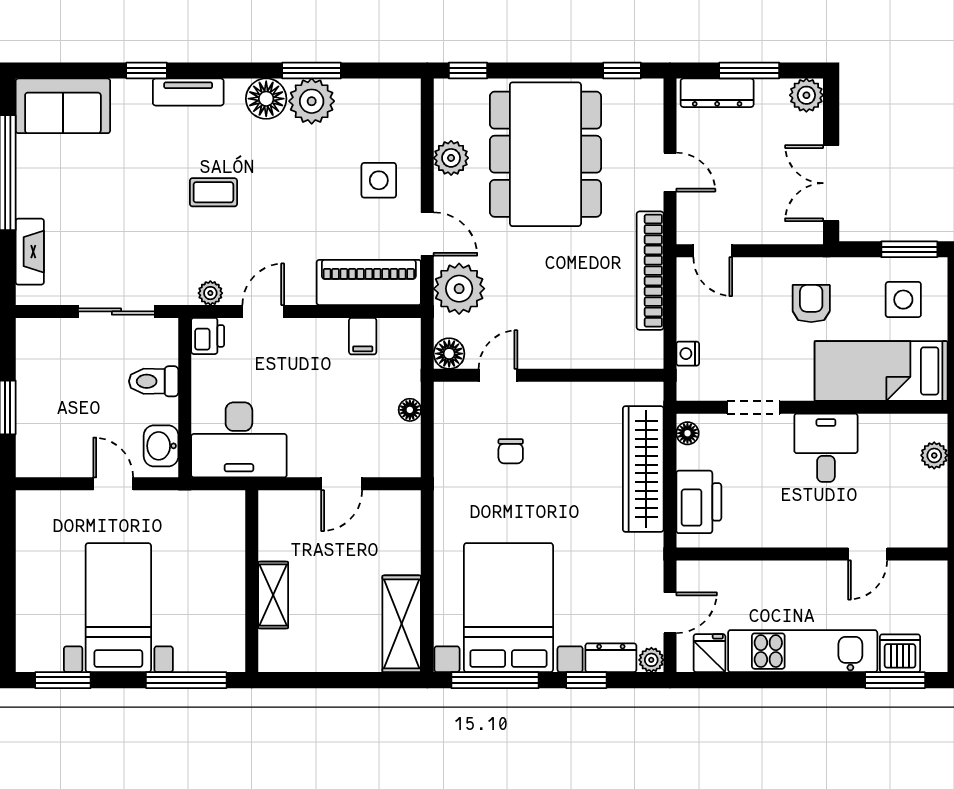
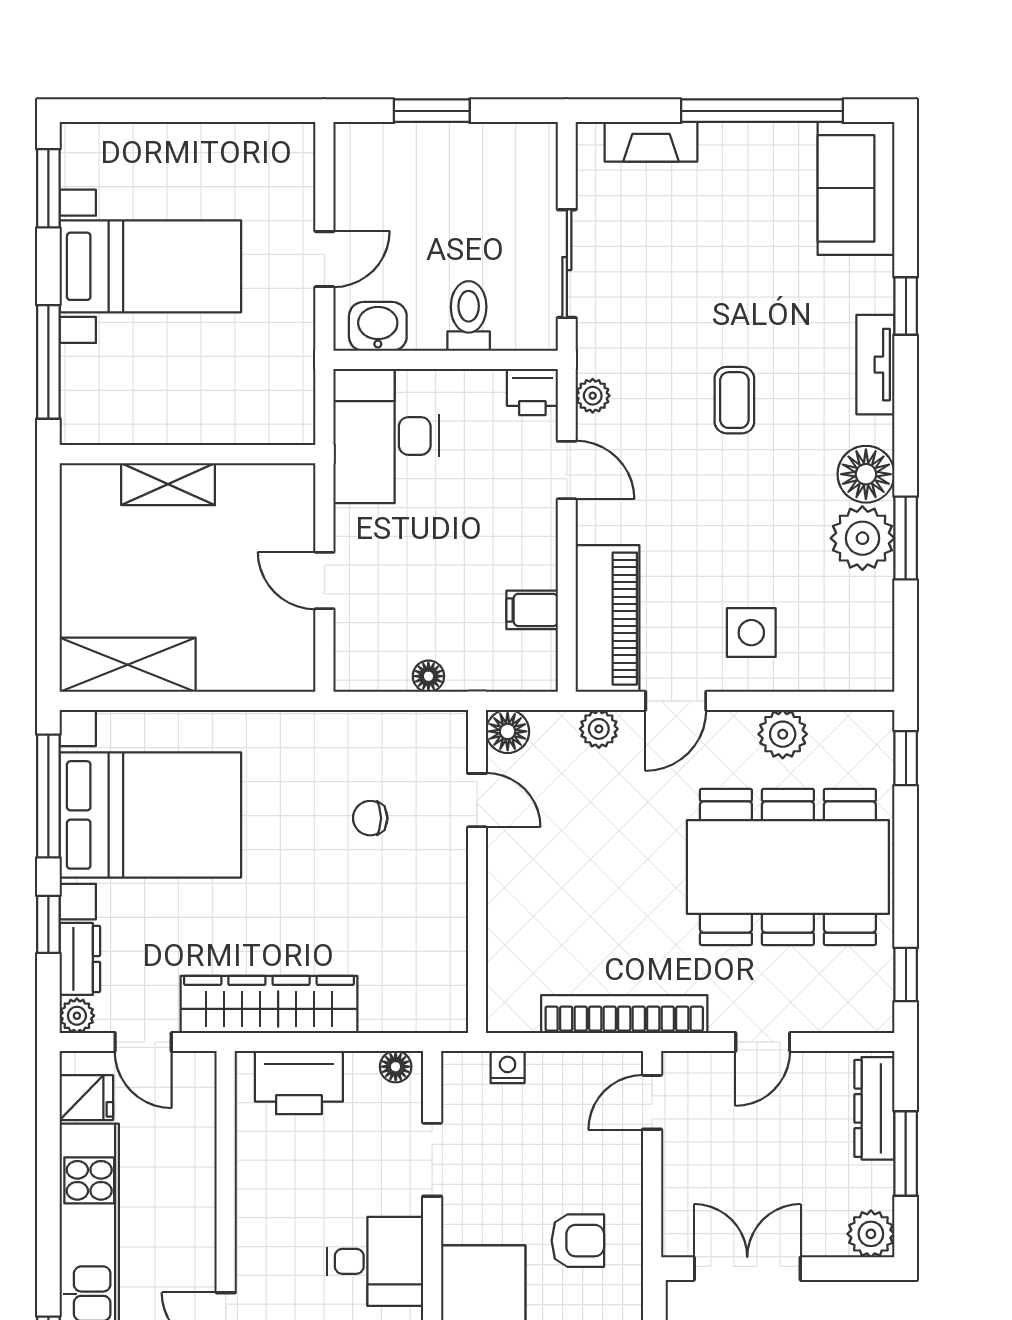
plant: (459, 289) -> (599, 729), width x0.53, depth x0.53
wardrobe: (643, 469) -> (269, 1004), moved

